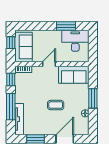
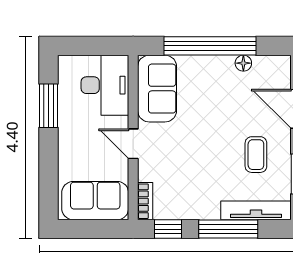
desk: (75, 41) -> (105, 85), moved, turned 180
window: (11, 43) -> (86, 229), removed
window: (93, 98) -> (210, 46), width x2.11
coffee table: (56, 105) -> (256, 155), moved

